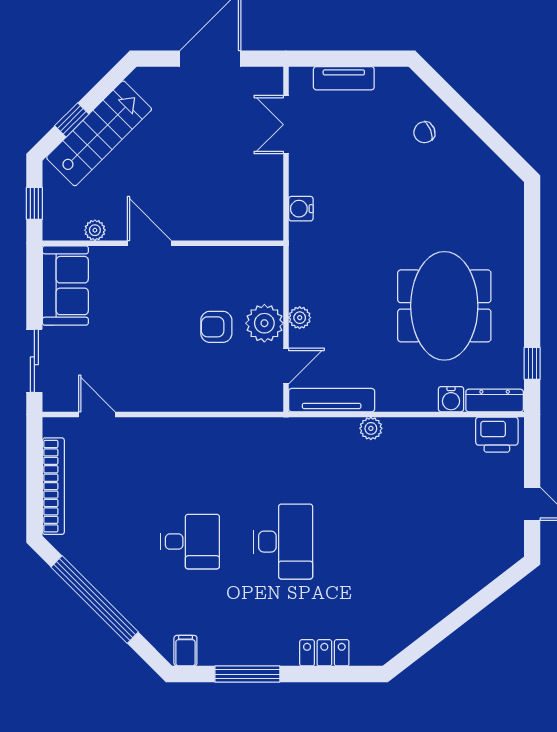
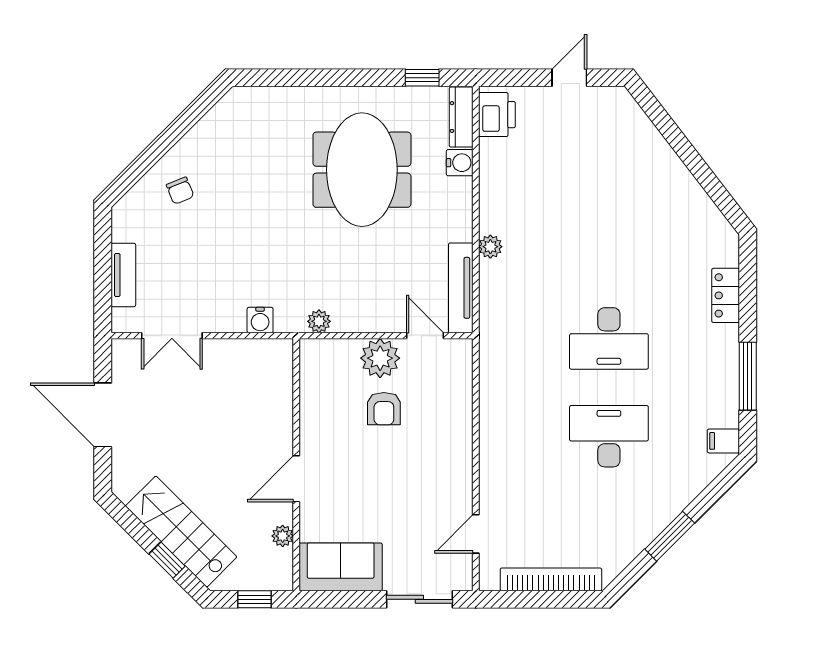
meeting table: (444, 306) -> (362, 170), turned 90
plant: (300, 318) -> (319, 321), moved
desk: (190, 542) -> (609, 436), width x1.37
desk: (283, 542) -> (609, 338), turned 180
window: (95, 600) -> (670, 536), width x0.47

